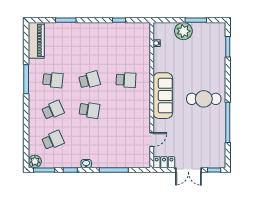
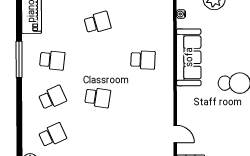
school desk: (89, 80) -> (97, 23), moved
sofa: (163, 96) -> (189, 57), moved
door: (152, 140) -> (175, 134), hinge flipped

